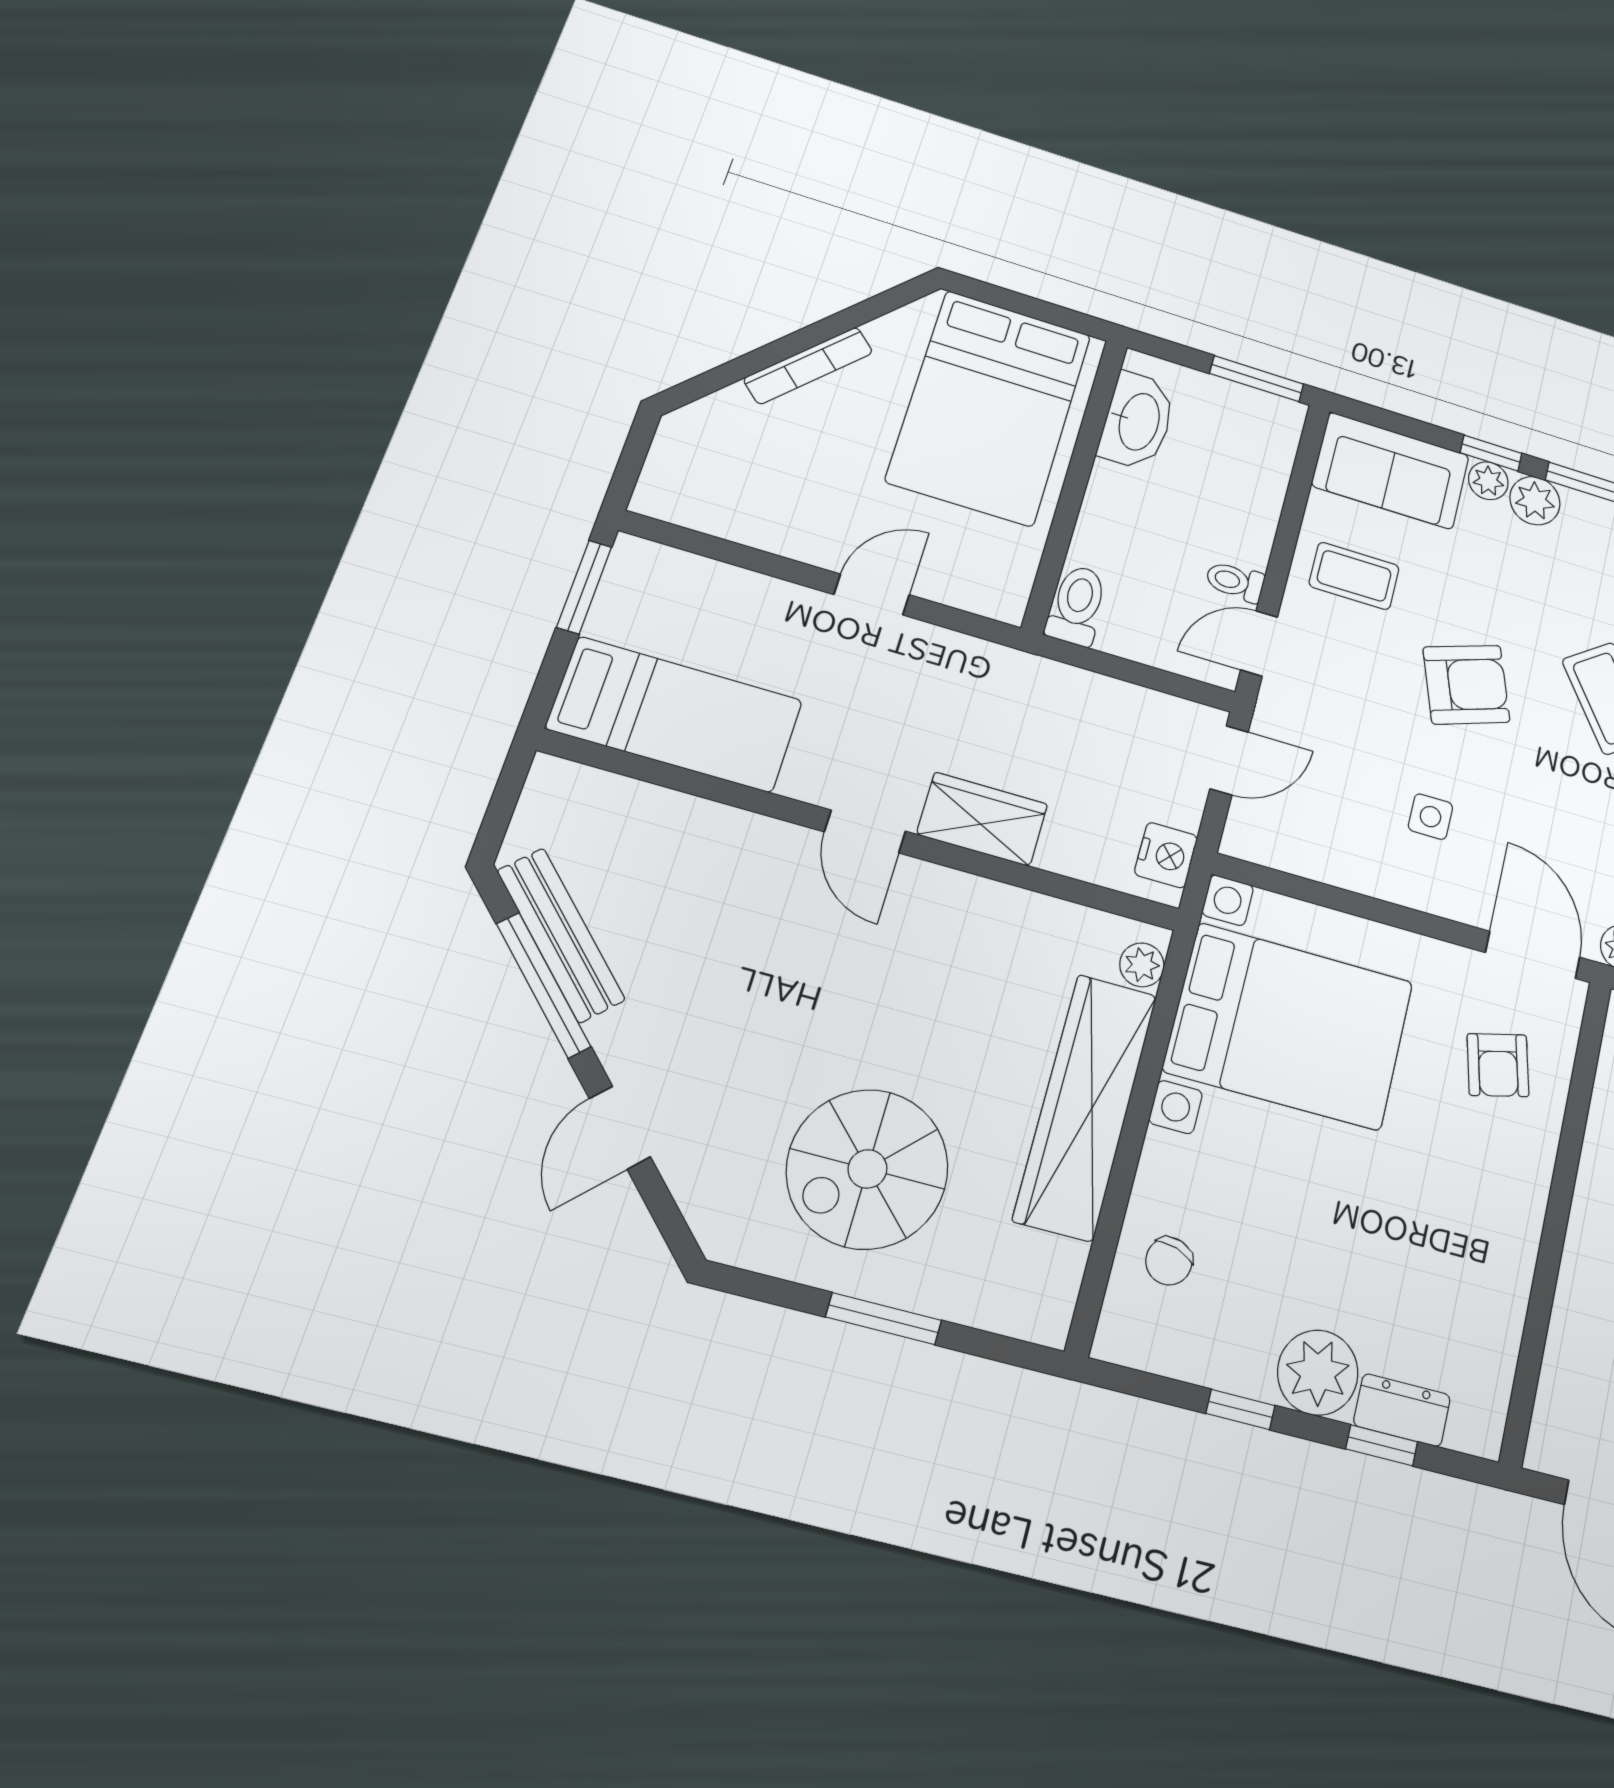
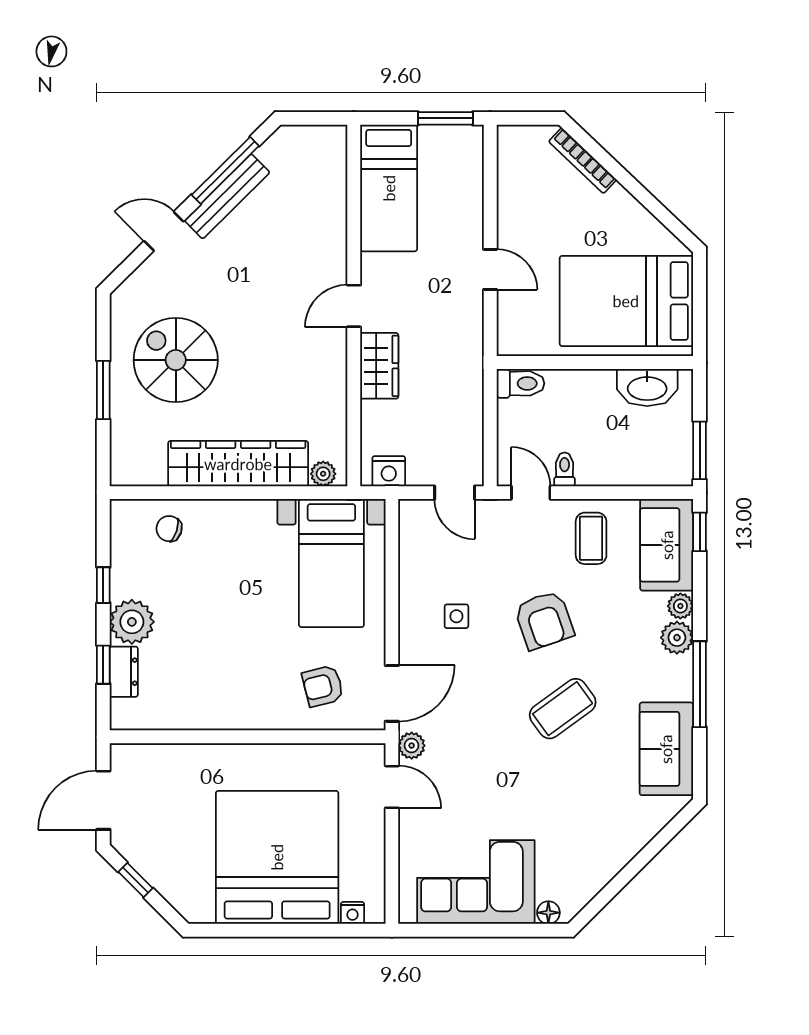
bookcase: (808, 366) -> (583, 161), moved
window: (1491, 453) -> (700, 532), moved
bench: (561, 935) -> (227, 196), moved
bed with nightstands: (1289, 1026) -> (331, 563), width x0.73

